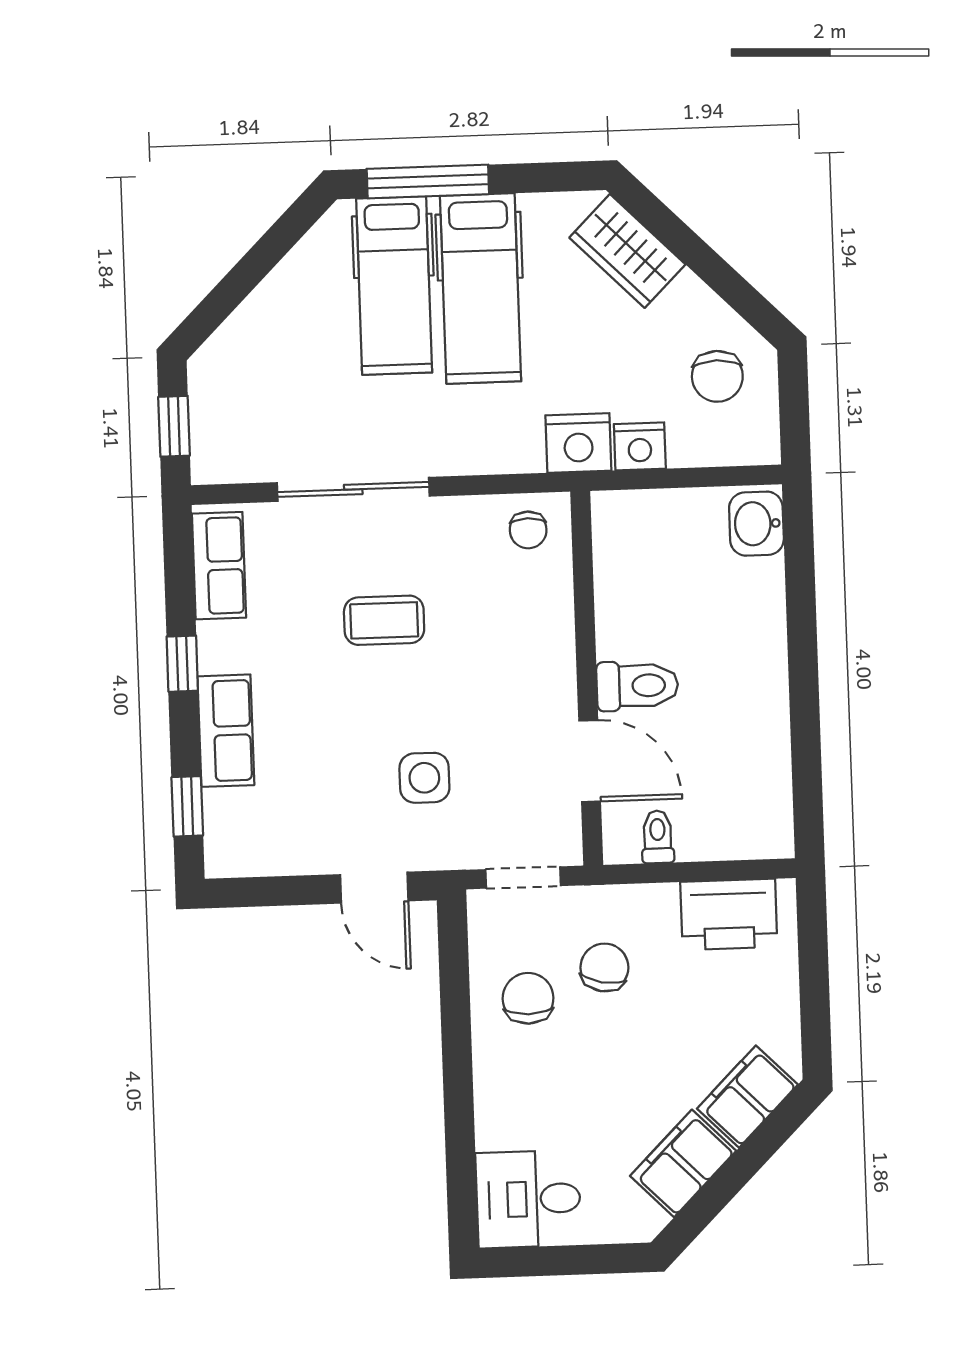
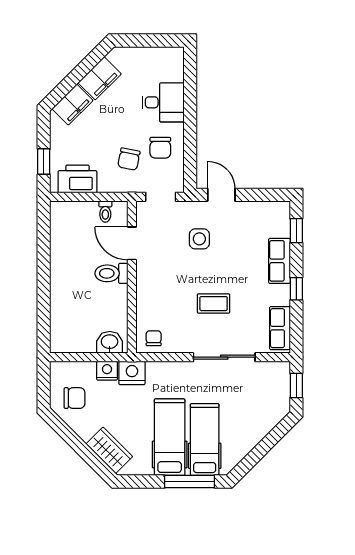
chair: (717, 376) -> (74, 398), turned 90
washbasin: (756, 524) -> (110, 342), moved, turned -90
window: (813, 954) -> (44, 162), added
desk: (528, 1199) -> (163, 102), moved

